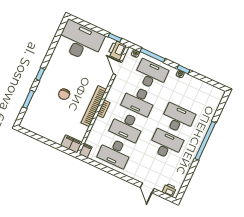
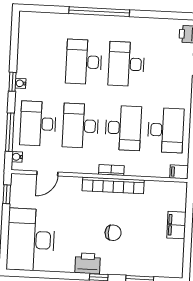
printer: (117, 50) -> (88, 263), moved, turned 180
desk: (139, 101) -> (81, 126), turned 180
filing cabinet: (71, 144) -> (176, 225), moved

